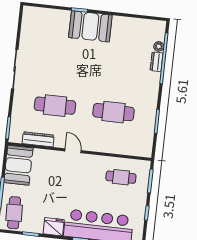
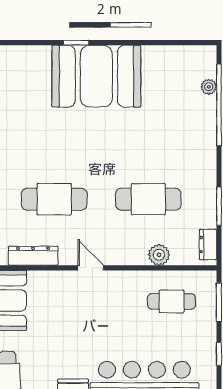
booth: (90, 26) -> (96, 76), width x1.36, depth x1.42
dresser: (157, 62) -> (208, 244), moved
plant: (116, 147) -> (159, 255), added

